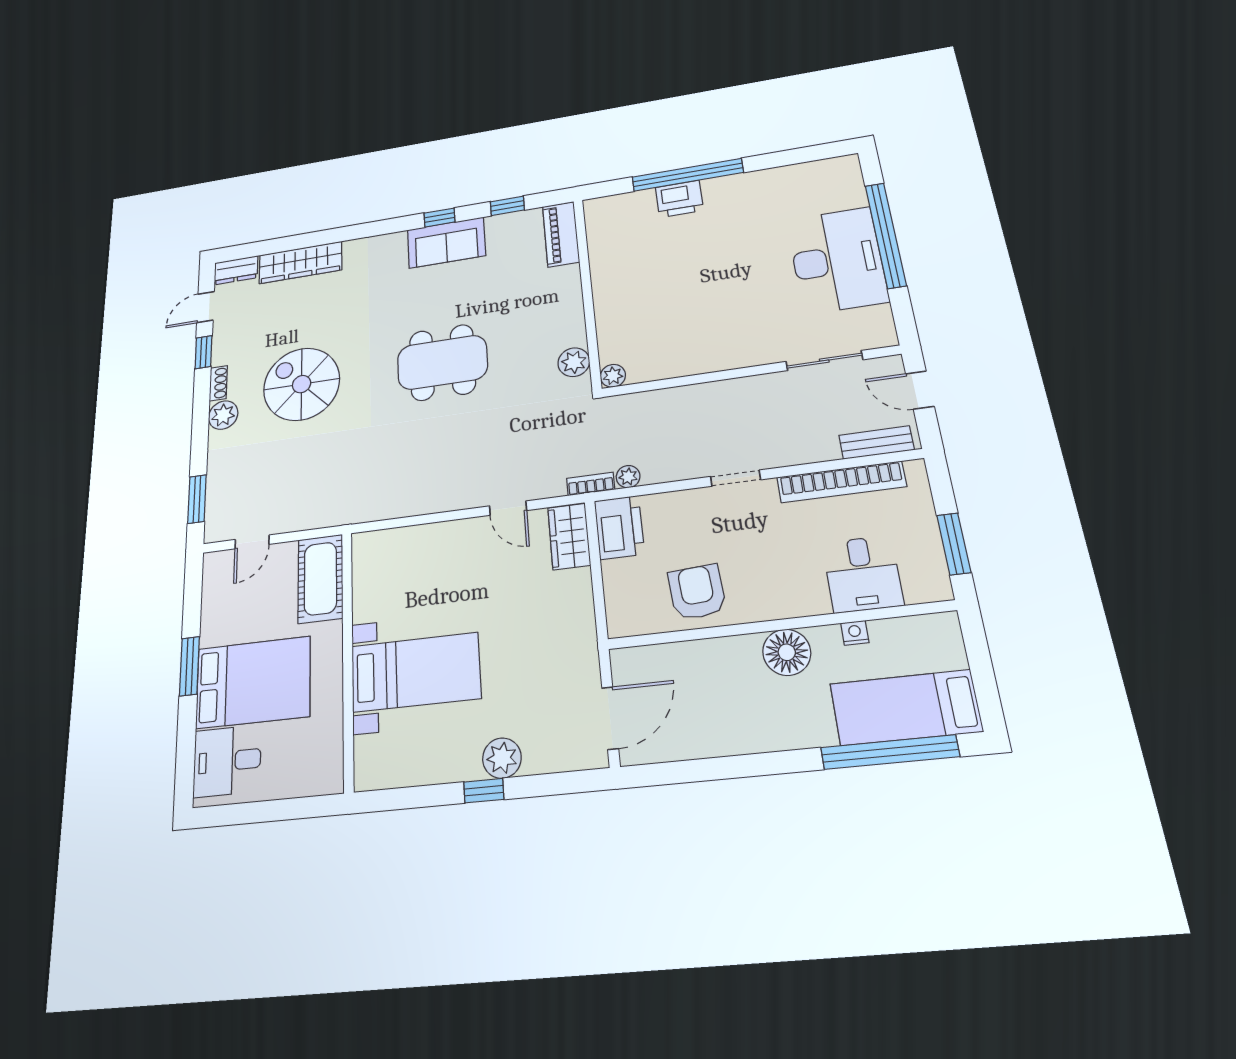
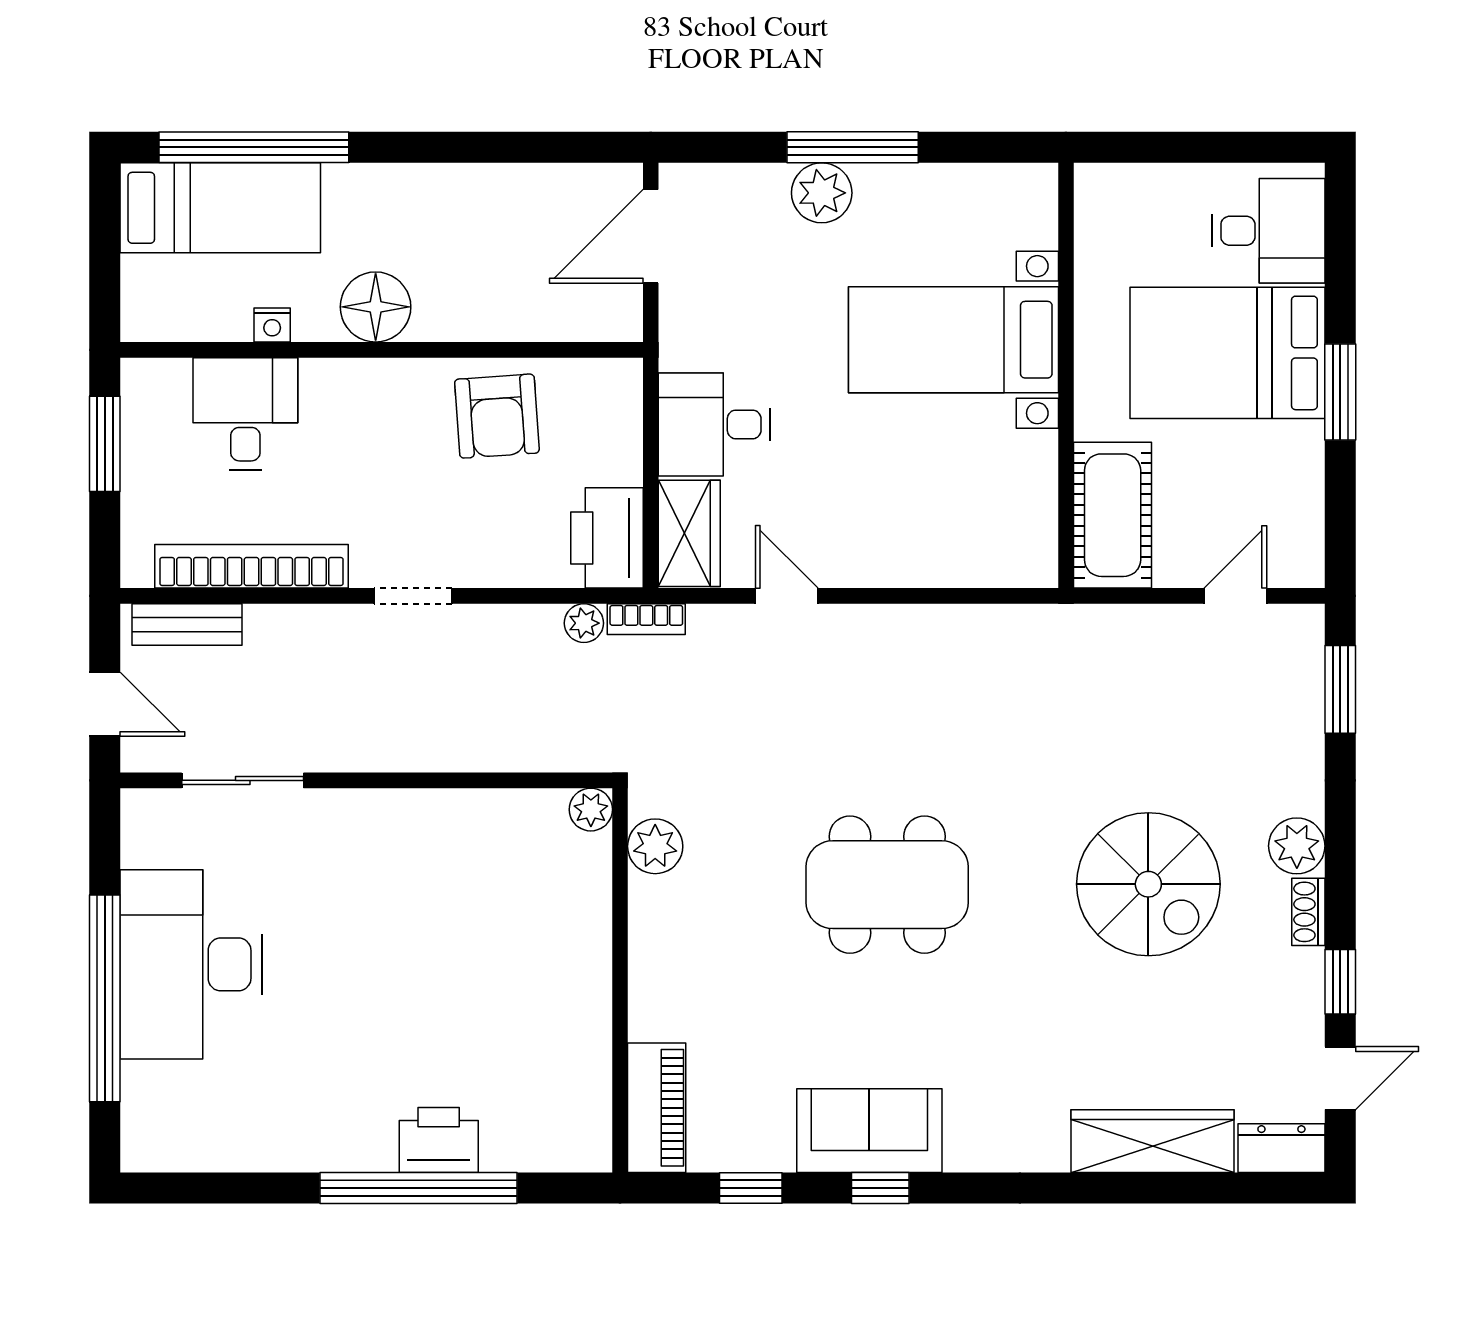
desk: (559, 603) -> (714, 424), added
window: (484, 791) -> (853, 147), width x2.17

